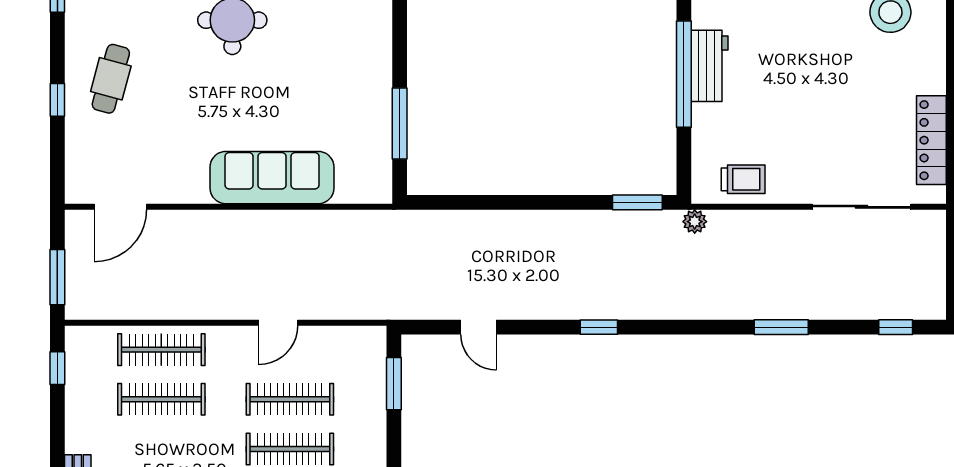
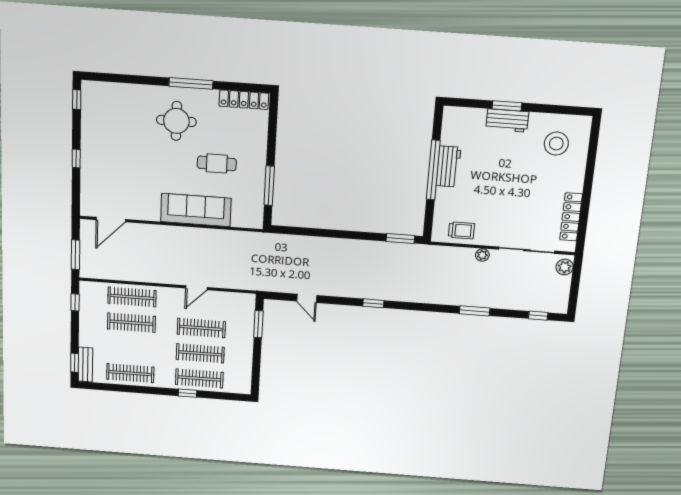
cafe table: (111, 79) -> (217, 163), moved, turned 75
plant: (695, 222) -> (482, 255), moved
plant: (931, 232) -> (565, 267), added

